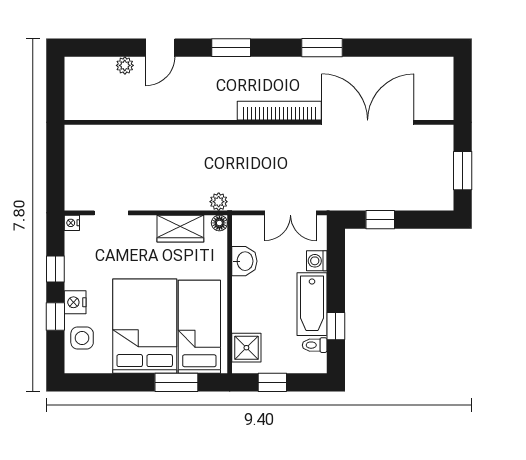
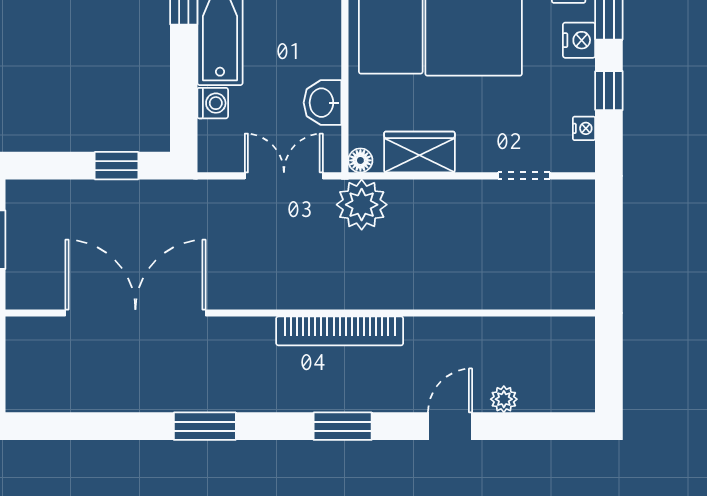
bookcase: (279, 111) -> (340, 331), moved
double door: (368, 122) -> (135, 313), swing flipped
plant: (219, 202) -> (362, 205), width x1.87, depth x1.87
double door: (290, 213) -> (284, 176), moved
nightstand: (72, 223) -> (584, 128), moved

